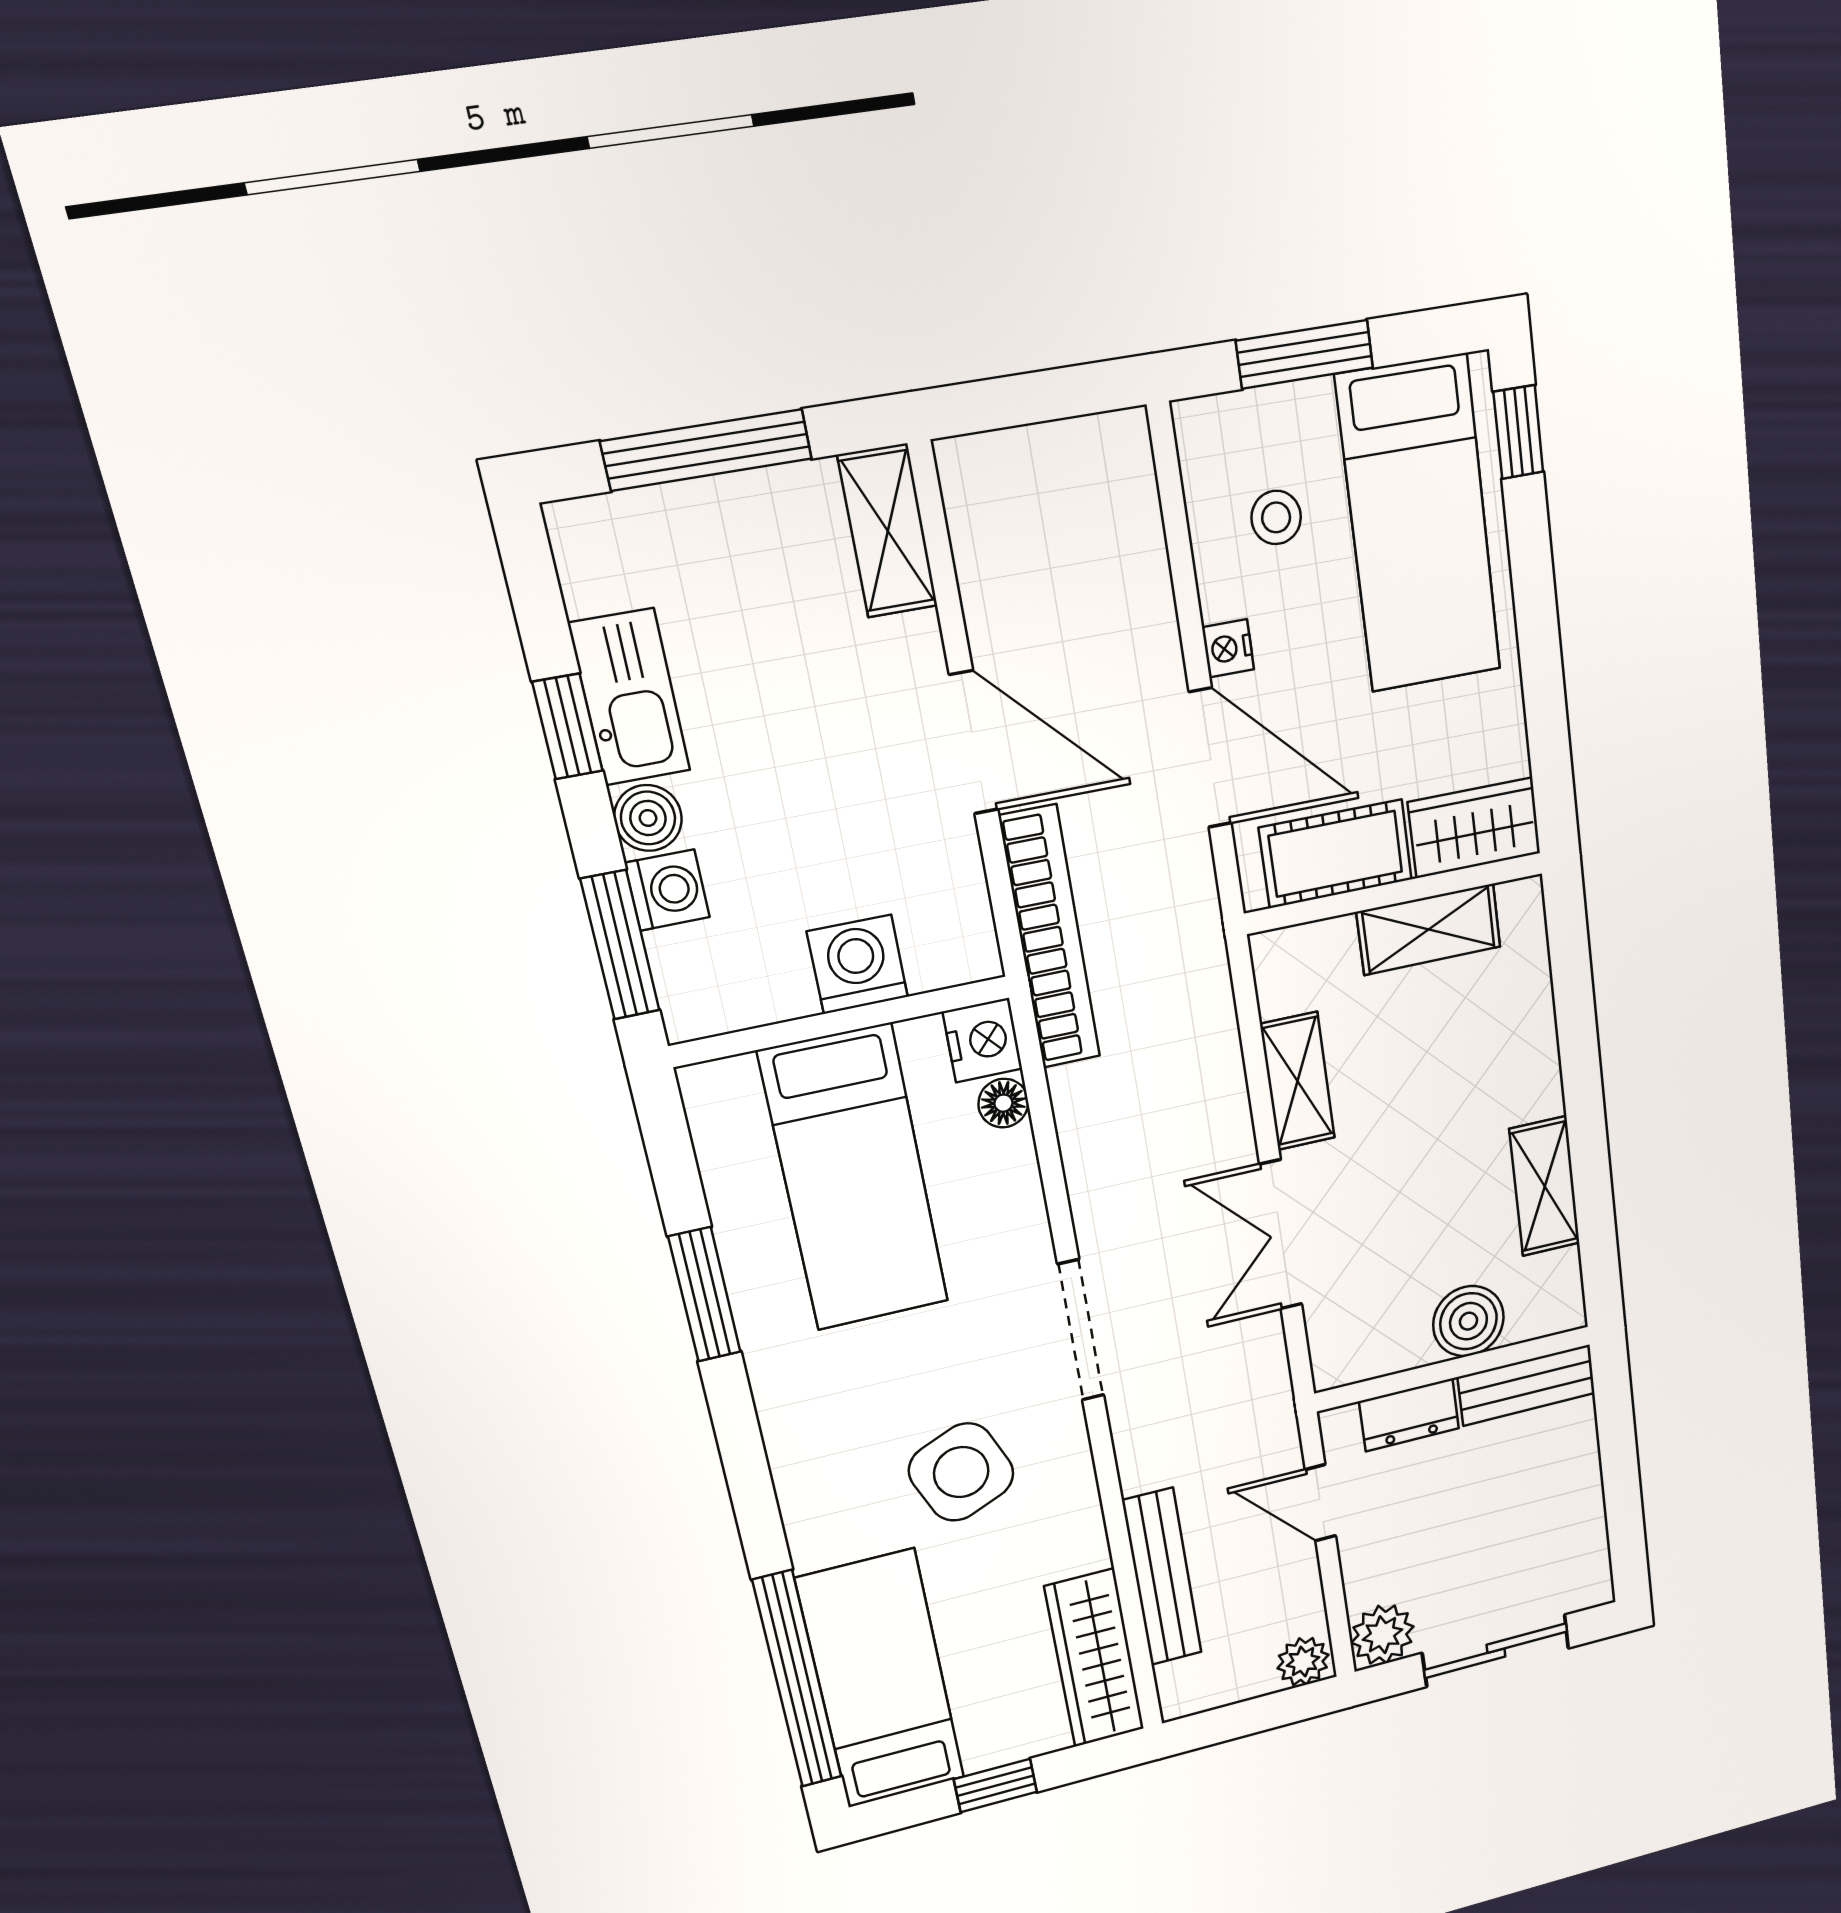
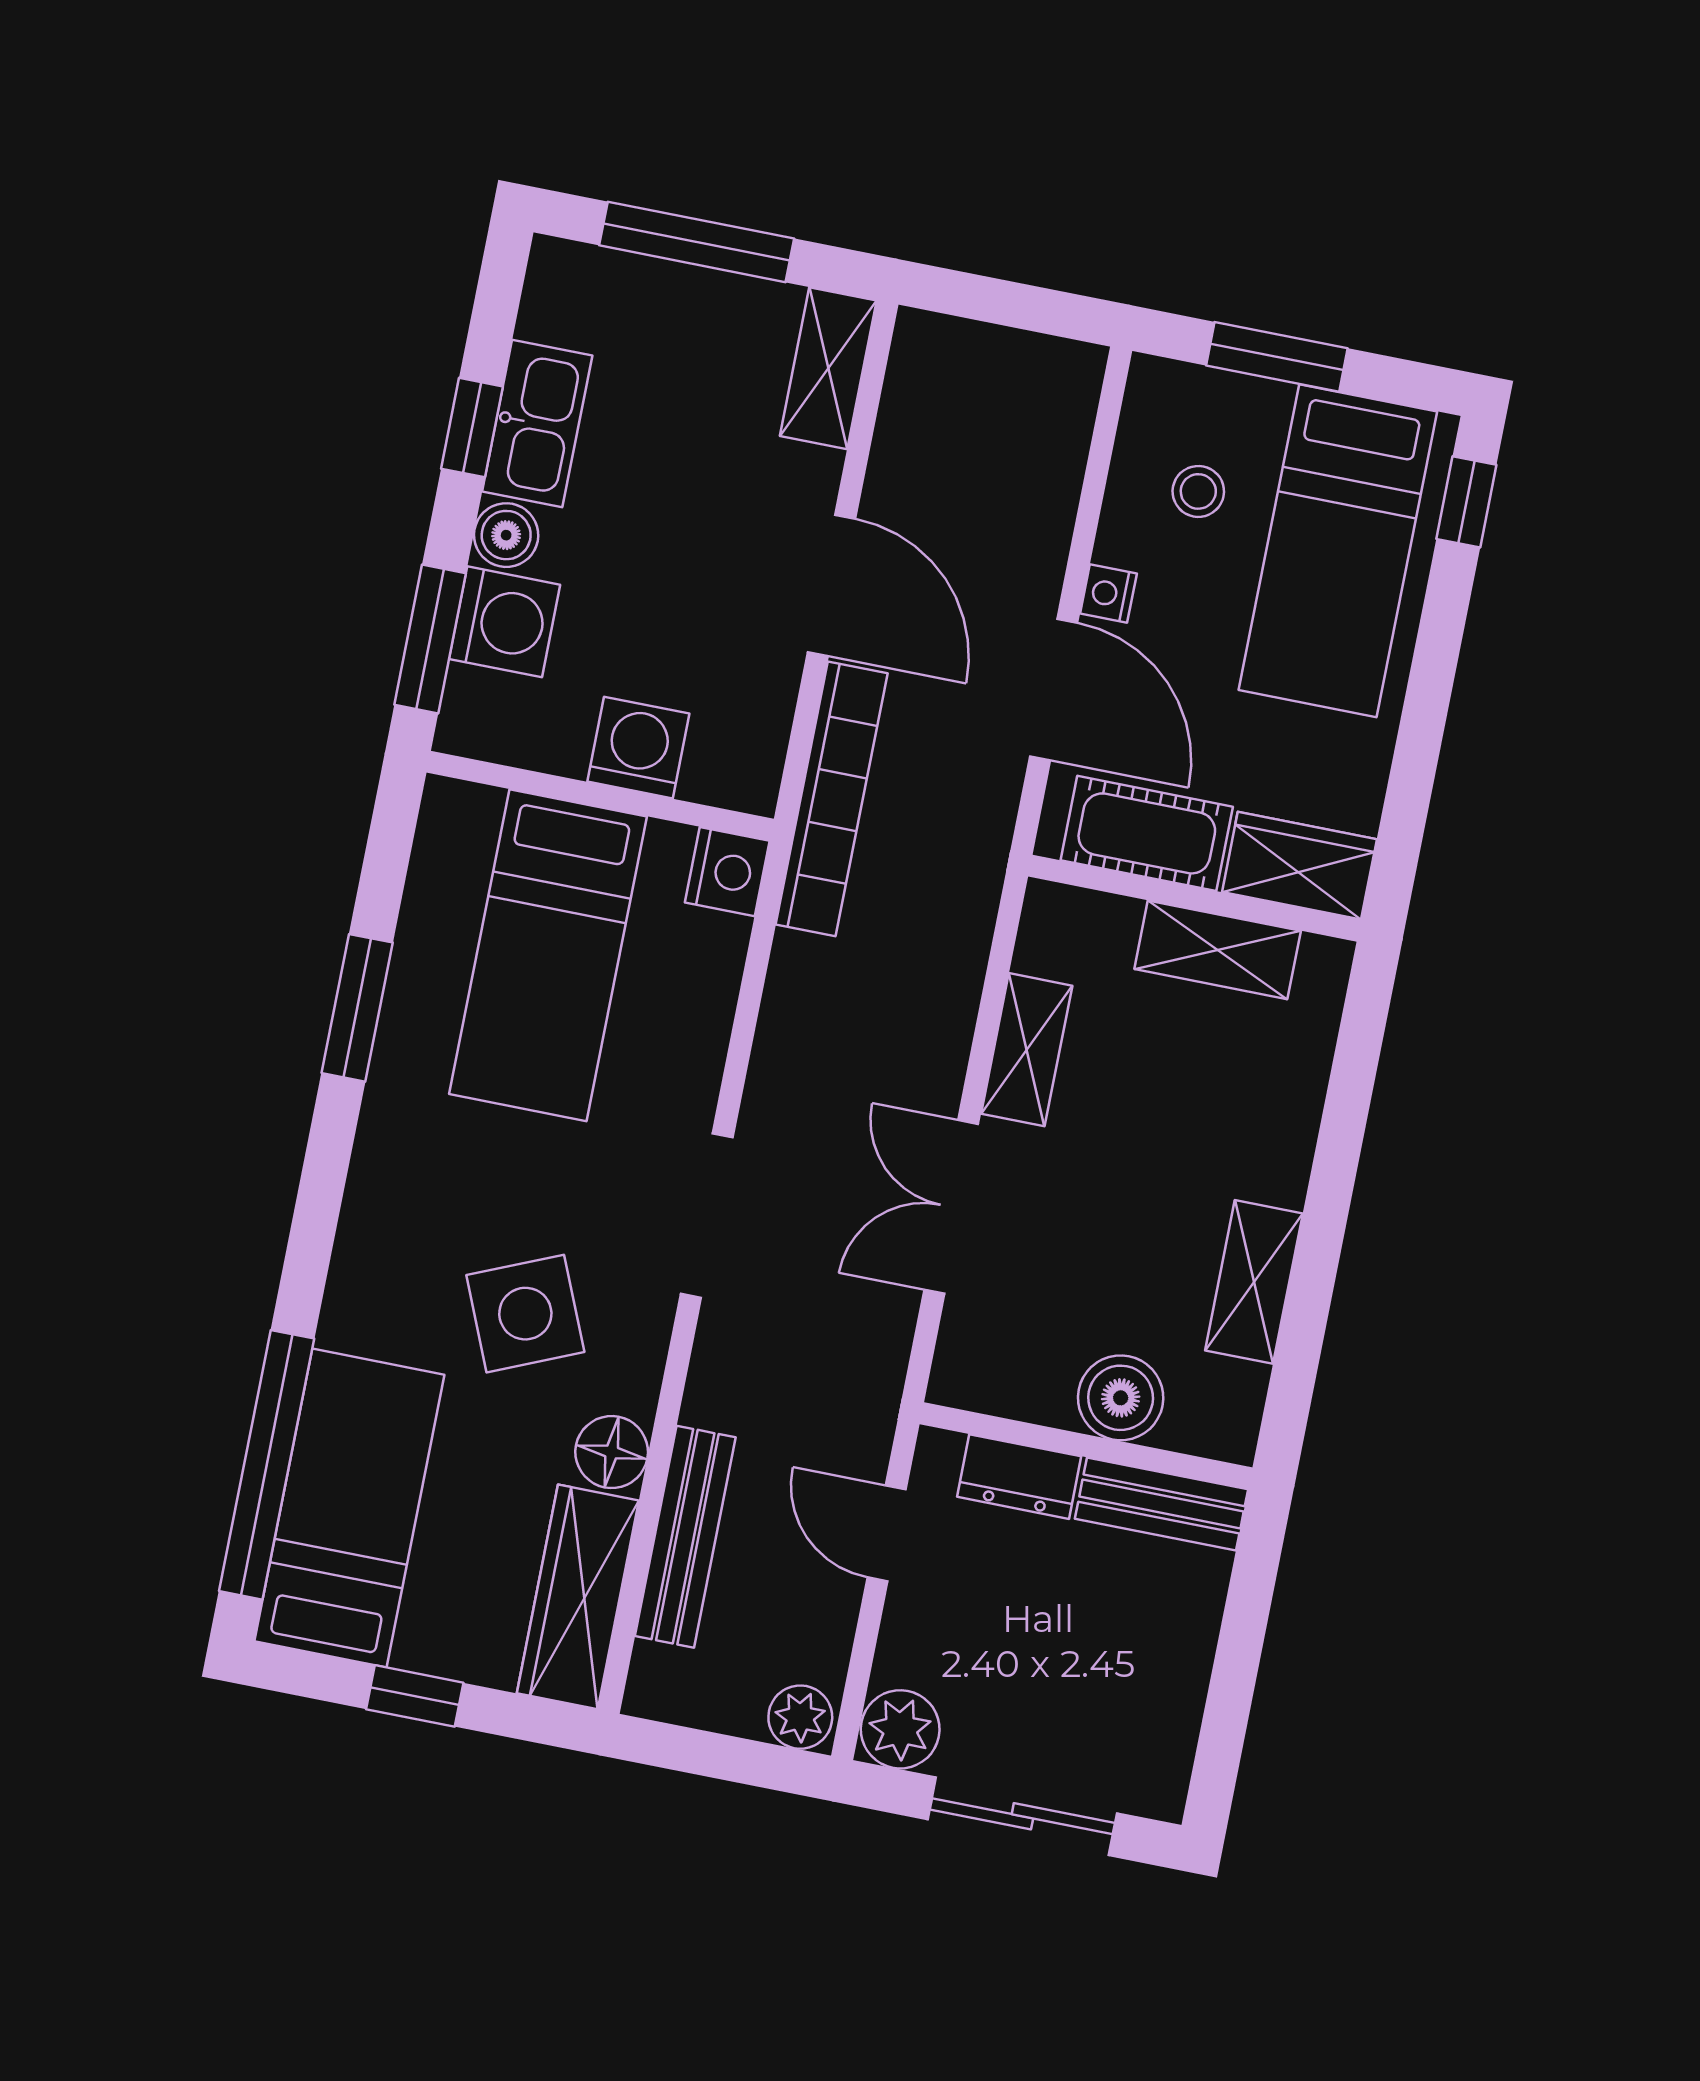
washing machine: (667, 890) -> (505, 622), width x1.38, depth x1.38
floor lamp: (1003, 1103) -> (612, 1452), moved, width x1.37, depth x1.37

